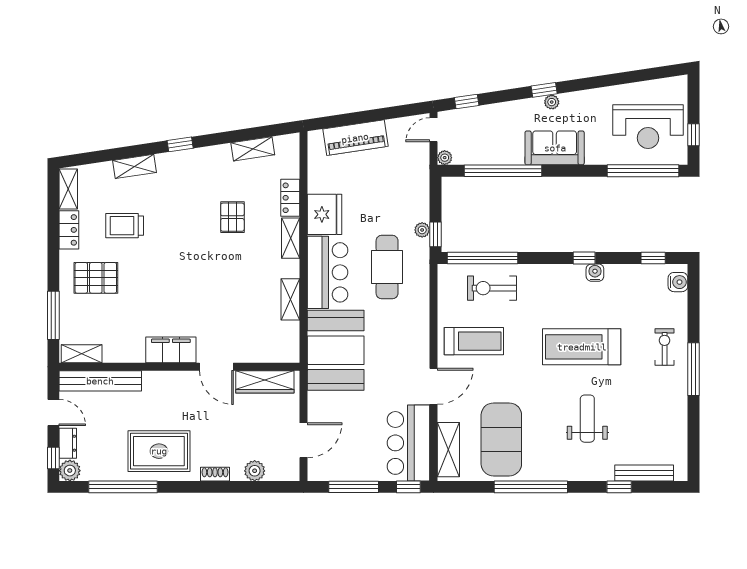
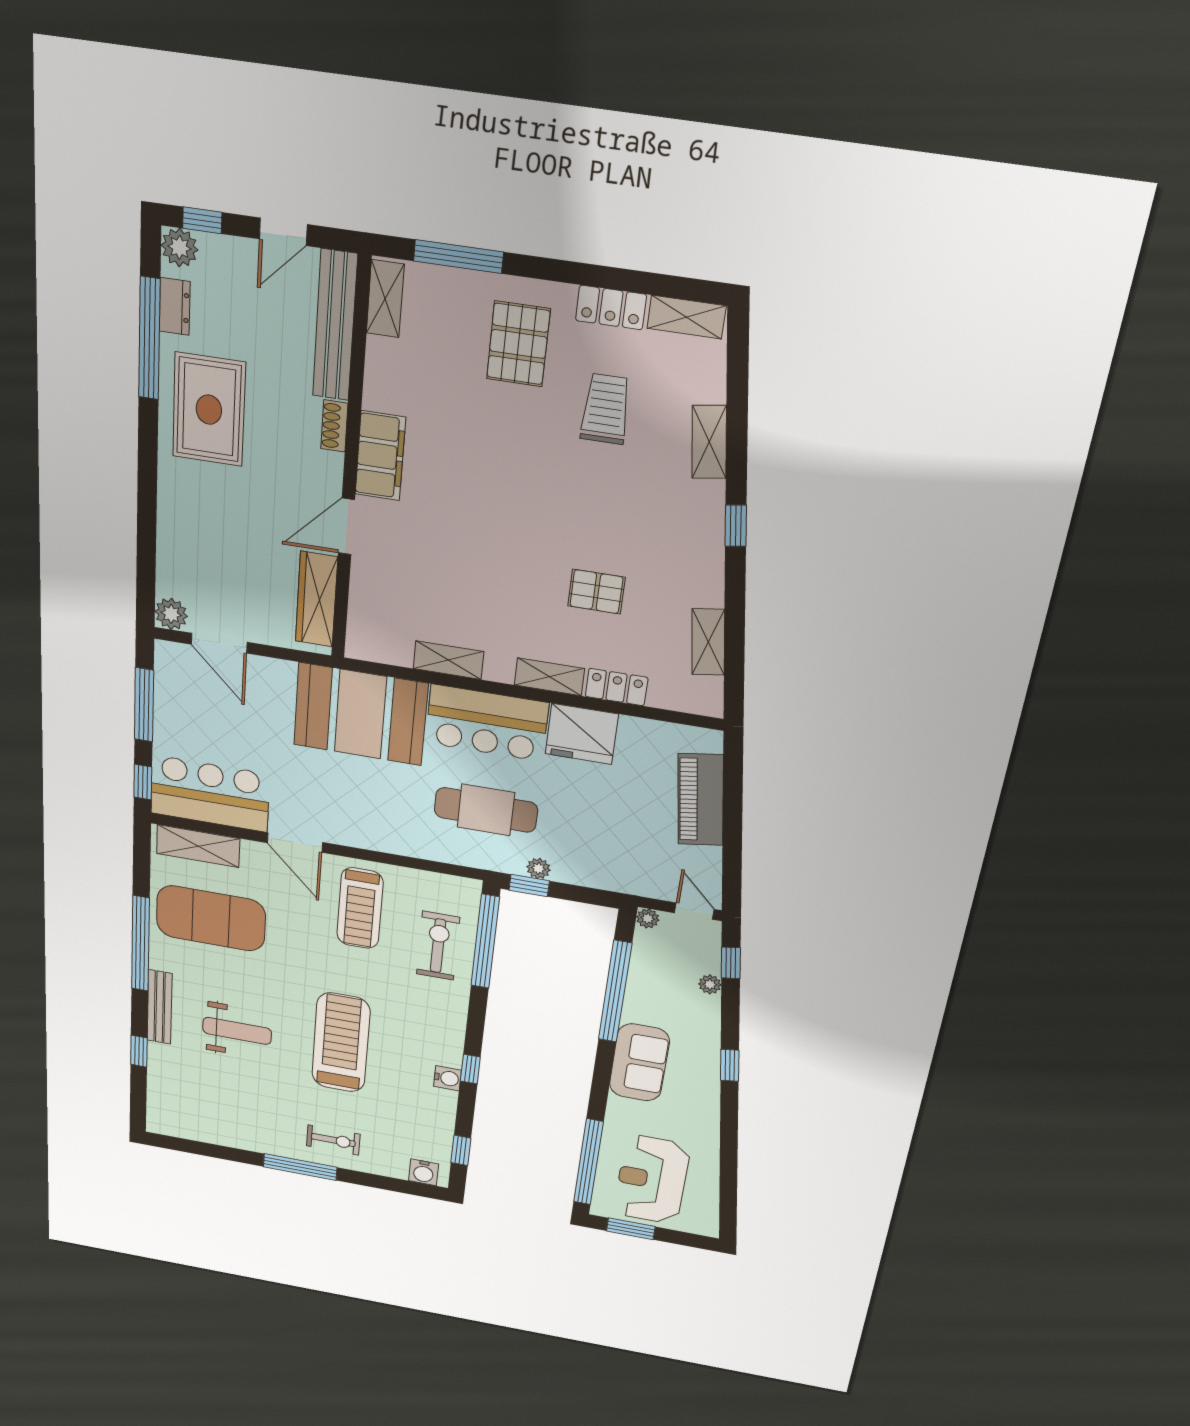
plant: (552, 102) -> (710, 984), moved
window: (694, 135) -> (631, 1229), width x1.50
dresser: (68, 443) -> (175, 306), moved, turned -90
plant: (255, 471) -> (171, 614), moved
bench: (644, 473) -> (160, 1007), moved
shoe rack: (215, 474) -> (334, 426), moved, turned 180

